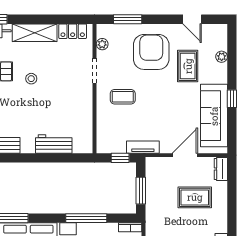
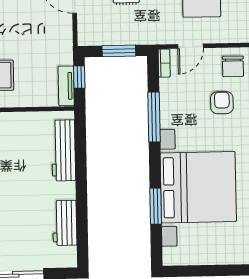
workbench: (54, 144) -> (64, 150), width x1.38
tv unit: (143, 147) -> (66, 86), moved

